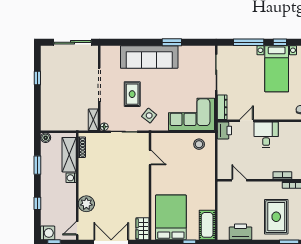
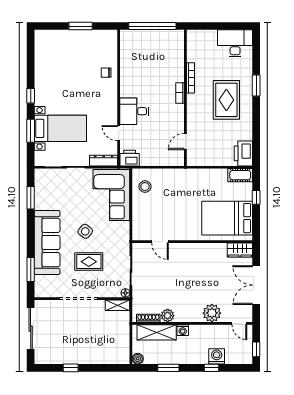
window: (125, 42) -> (31, 269), added
window: (172, 42) -> (31, 198), moved
window: (249, 42) -> (31, 131), width x0.69
bed with nightstands: (277, 69) -> (60, 128), moved
side table: (149, 116) -> (85, 231), moved
door: (150, 158) -> (160, 242), swing flipped
plant: (84, 164) -> (168, 316), added
rug: (276, 217) -> (226, 100), turned 90
cot: (207, 225) -> (240, 175), width x0.73, depth x0.75
printer: (240, 232) -> (243, 153), moved
washing machine: (48, 233) -> (217, 356), moved

